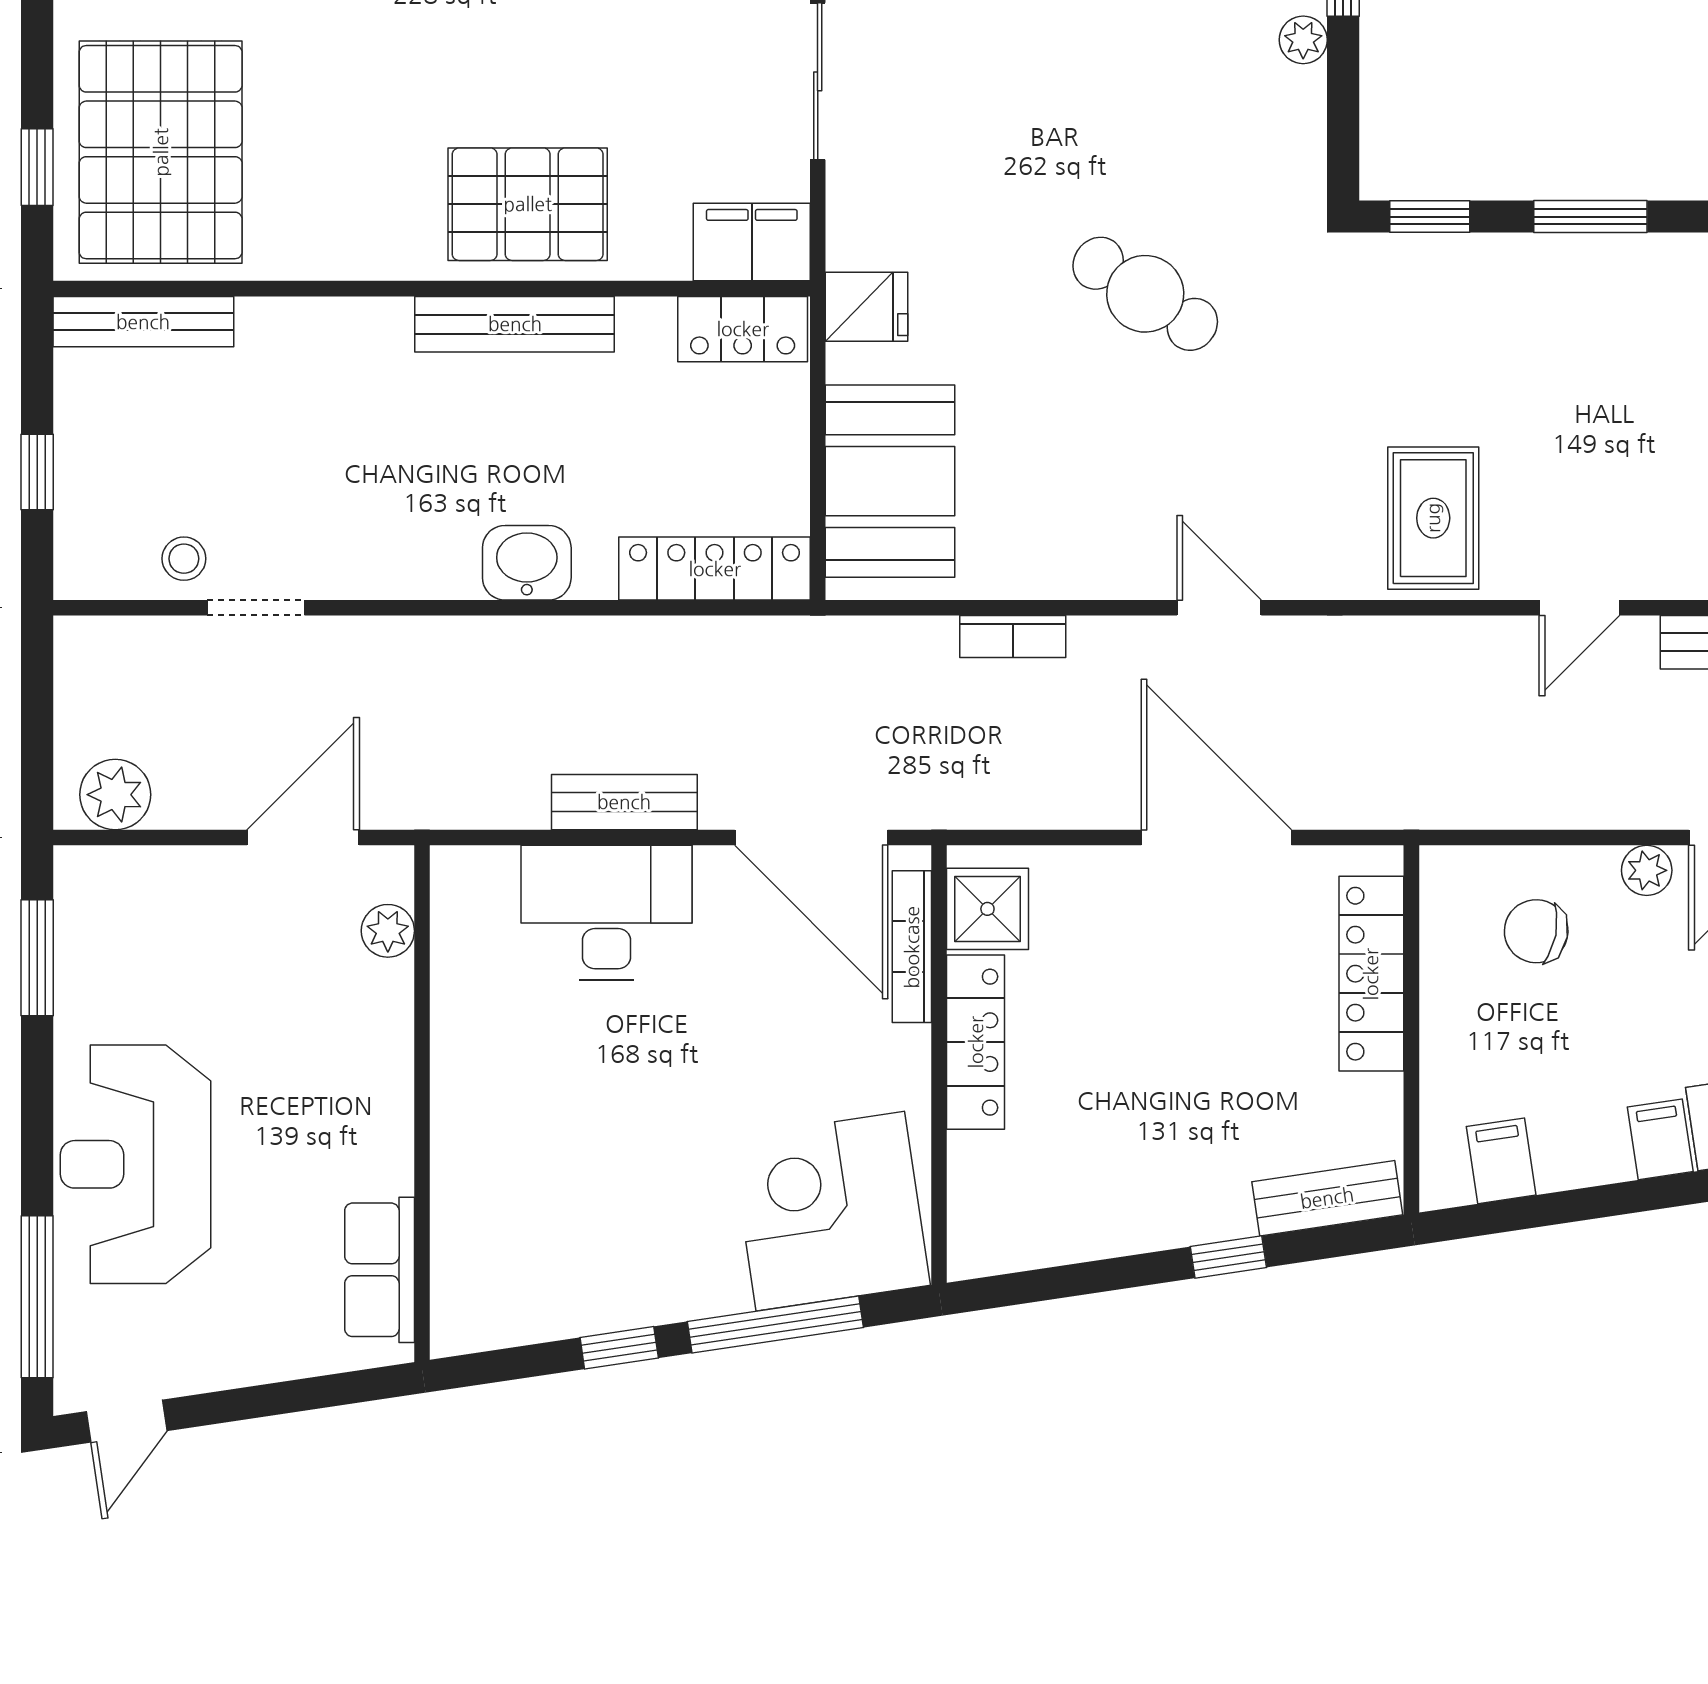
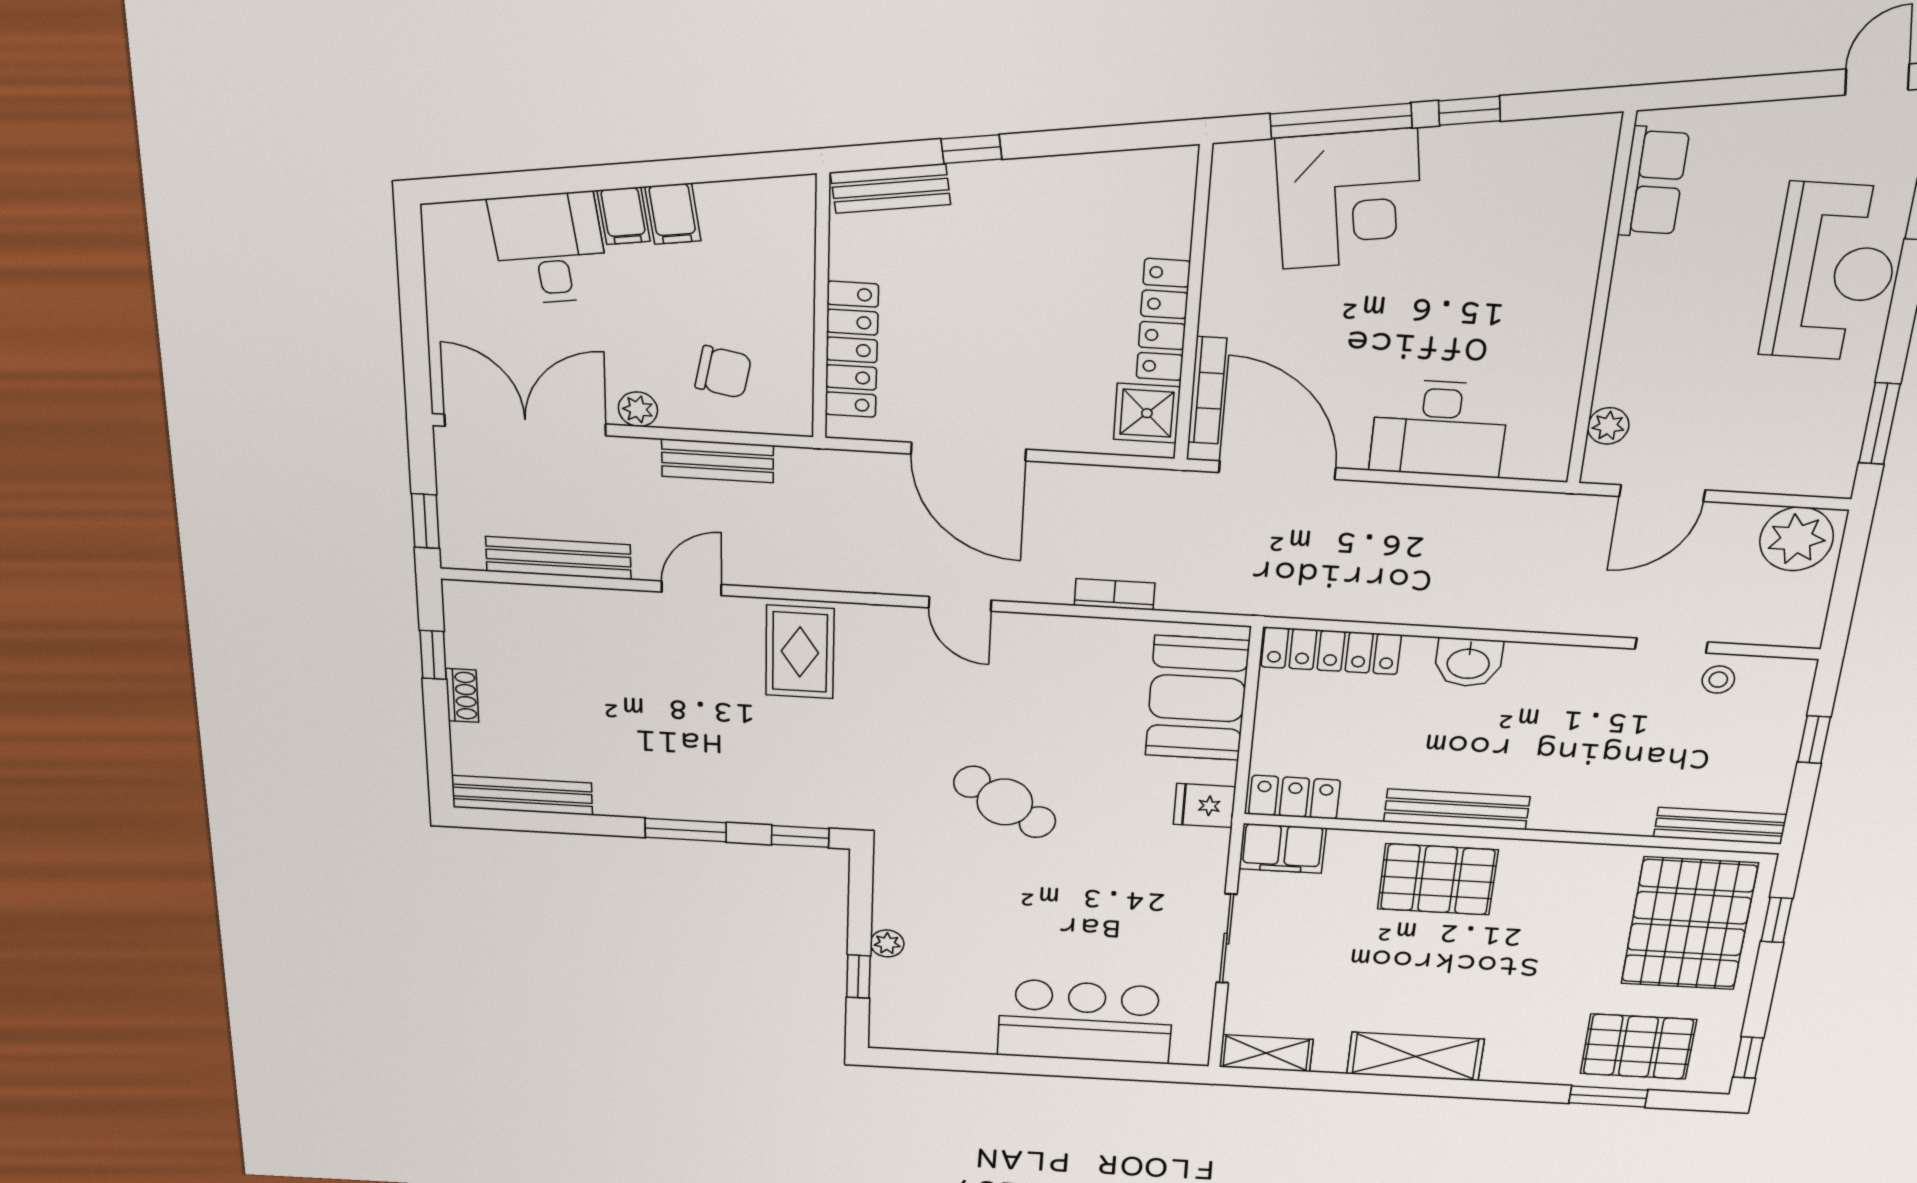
plant: (115, 795) -> (1796, 539), width x1.36, depth x1.36
bench: (624, 802) -> (718, 461), moved
filing cabinet: (1501, 1161) -> (673, 214), moved
corner desk: (830, 1211) -> (1349, 199), moved

